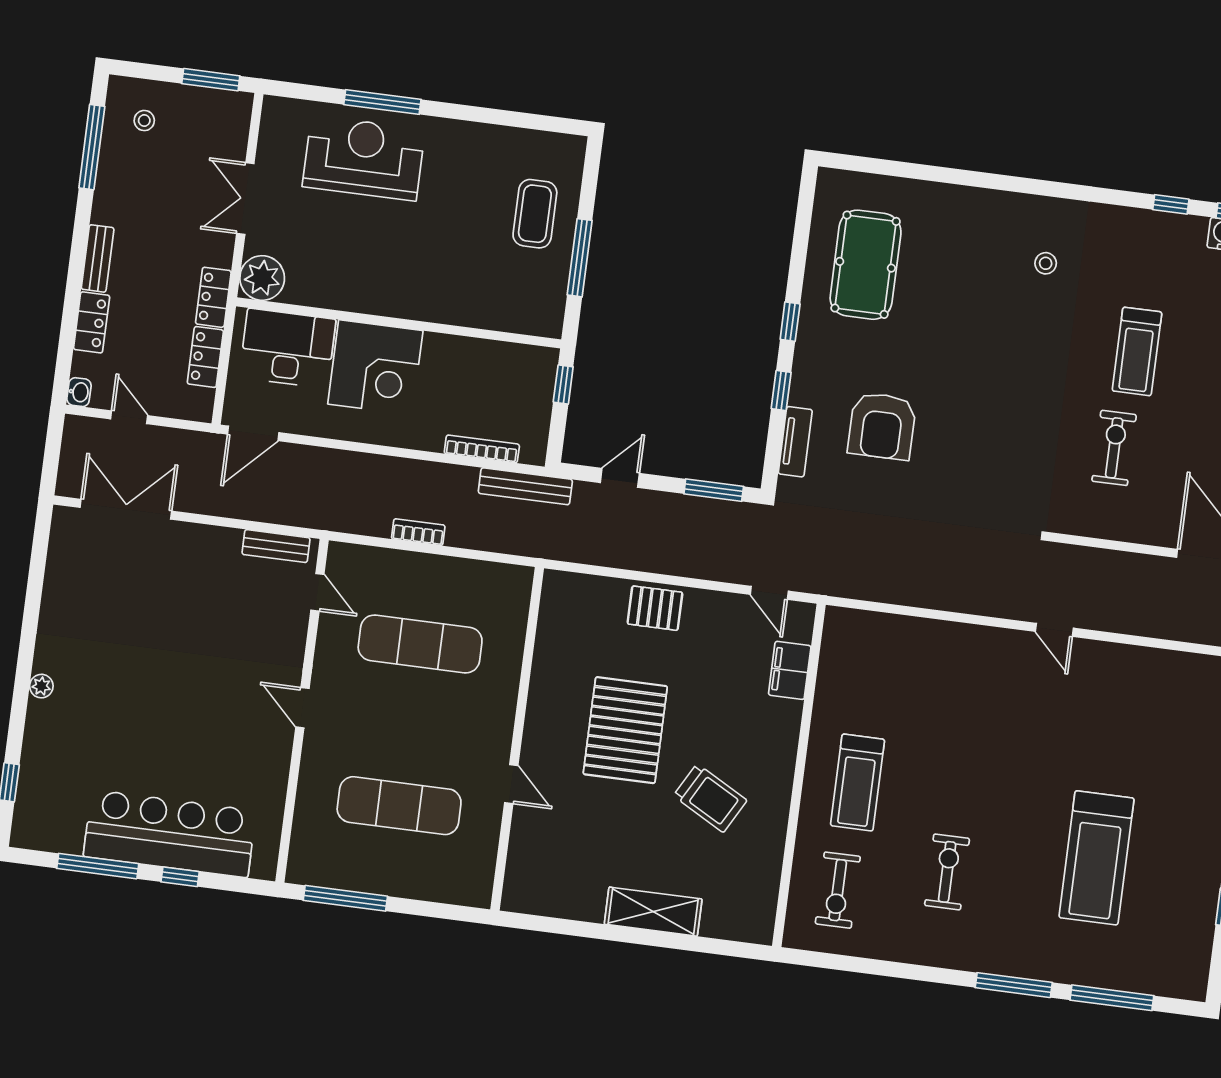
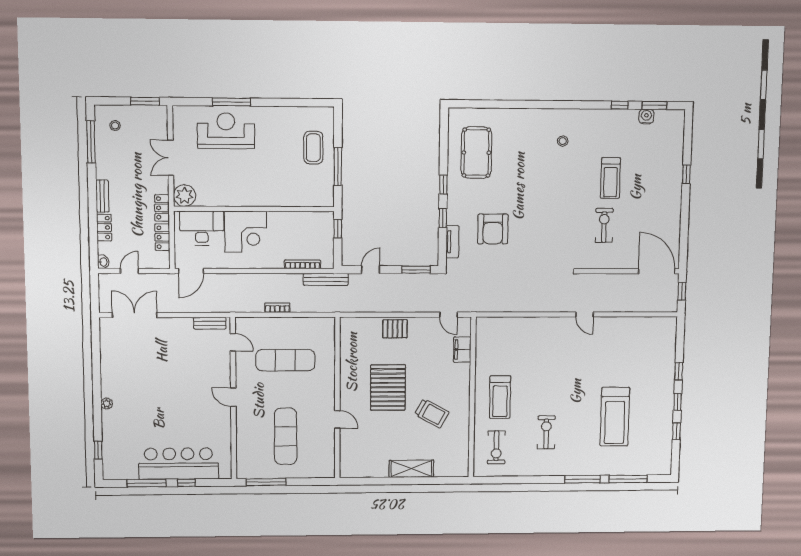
door: (129, 417) -> (129, 271), hinge flipped
exercise mat: (399, 806) -> (286, 436), turned 90

